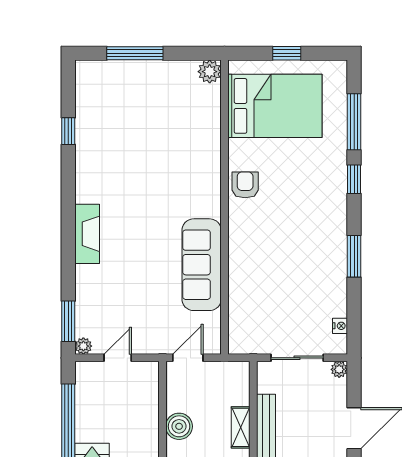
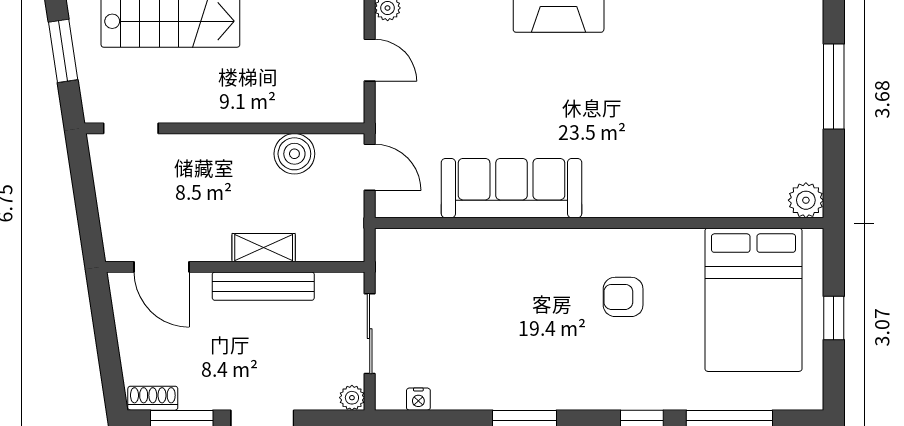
armchair: (245, 185) -> (623, 297), moved, turned 180
boiler: (179, 426) -> (294, 154), moved

